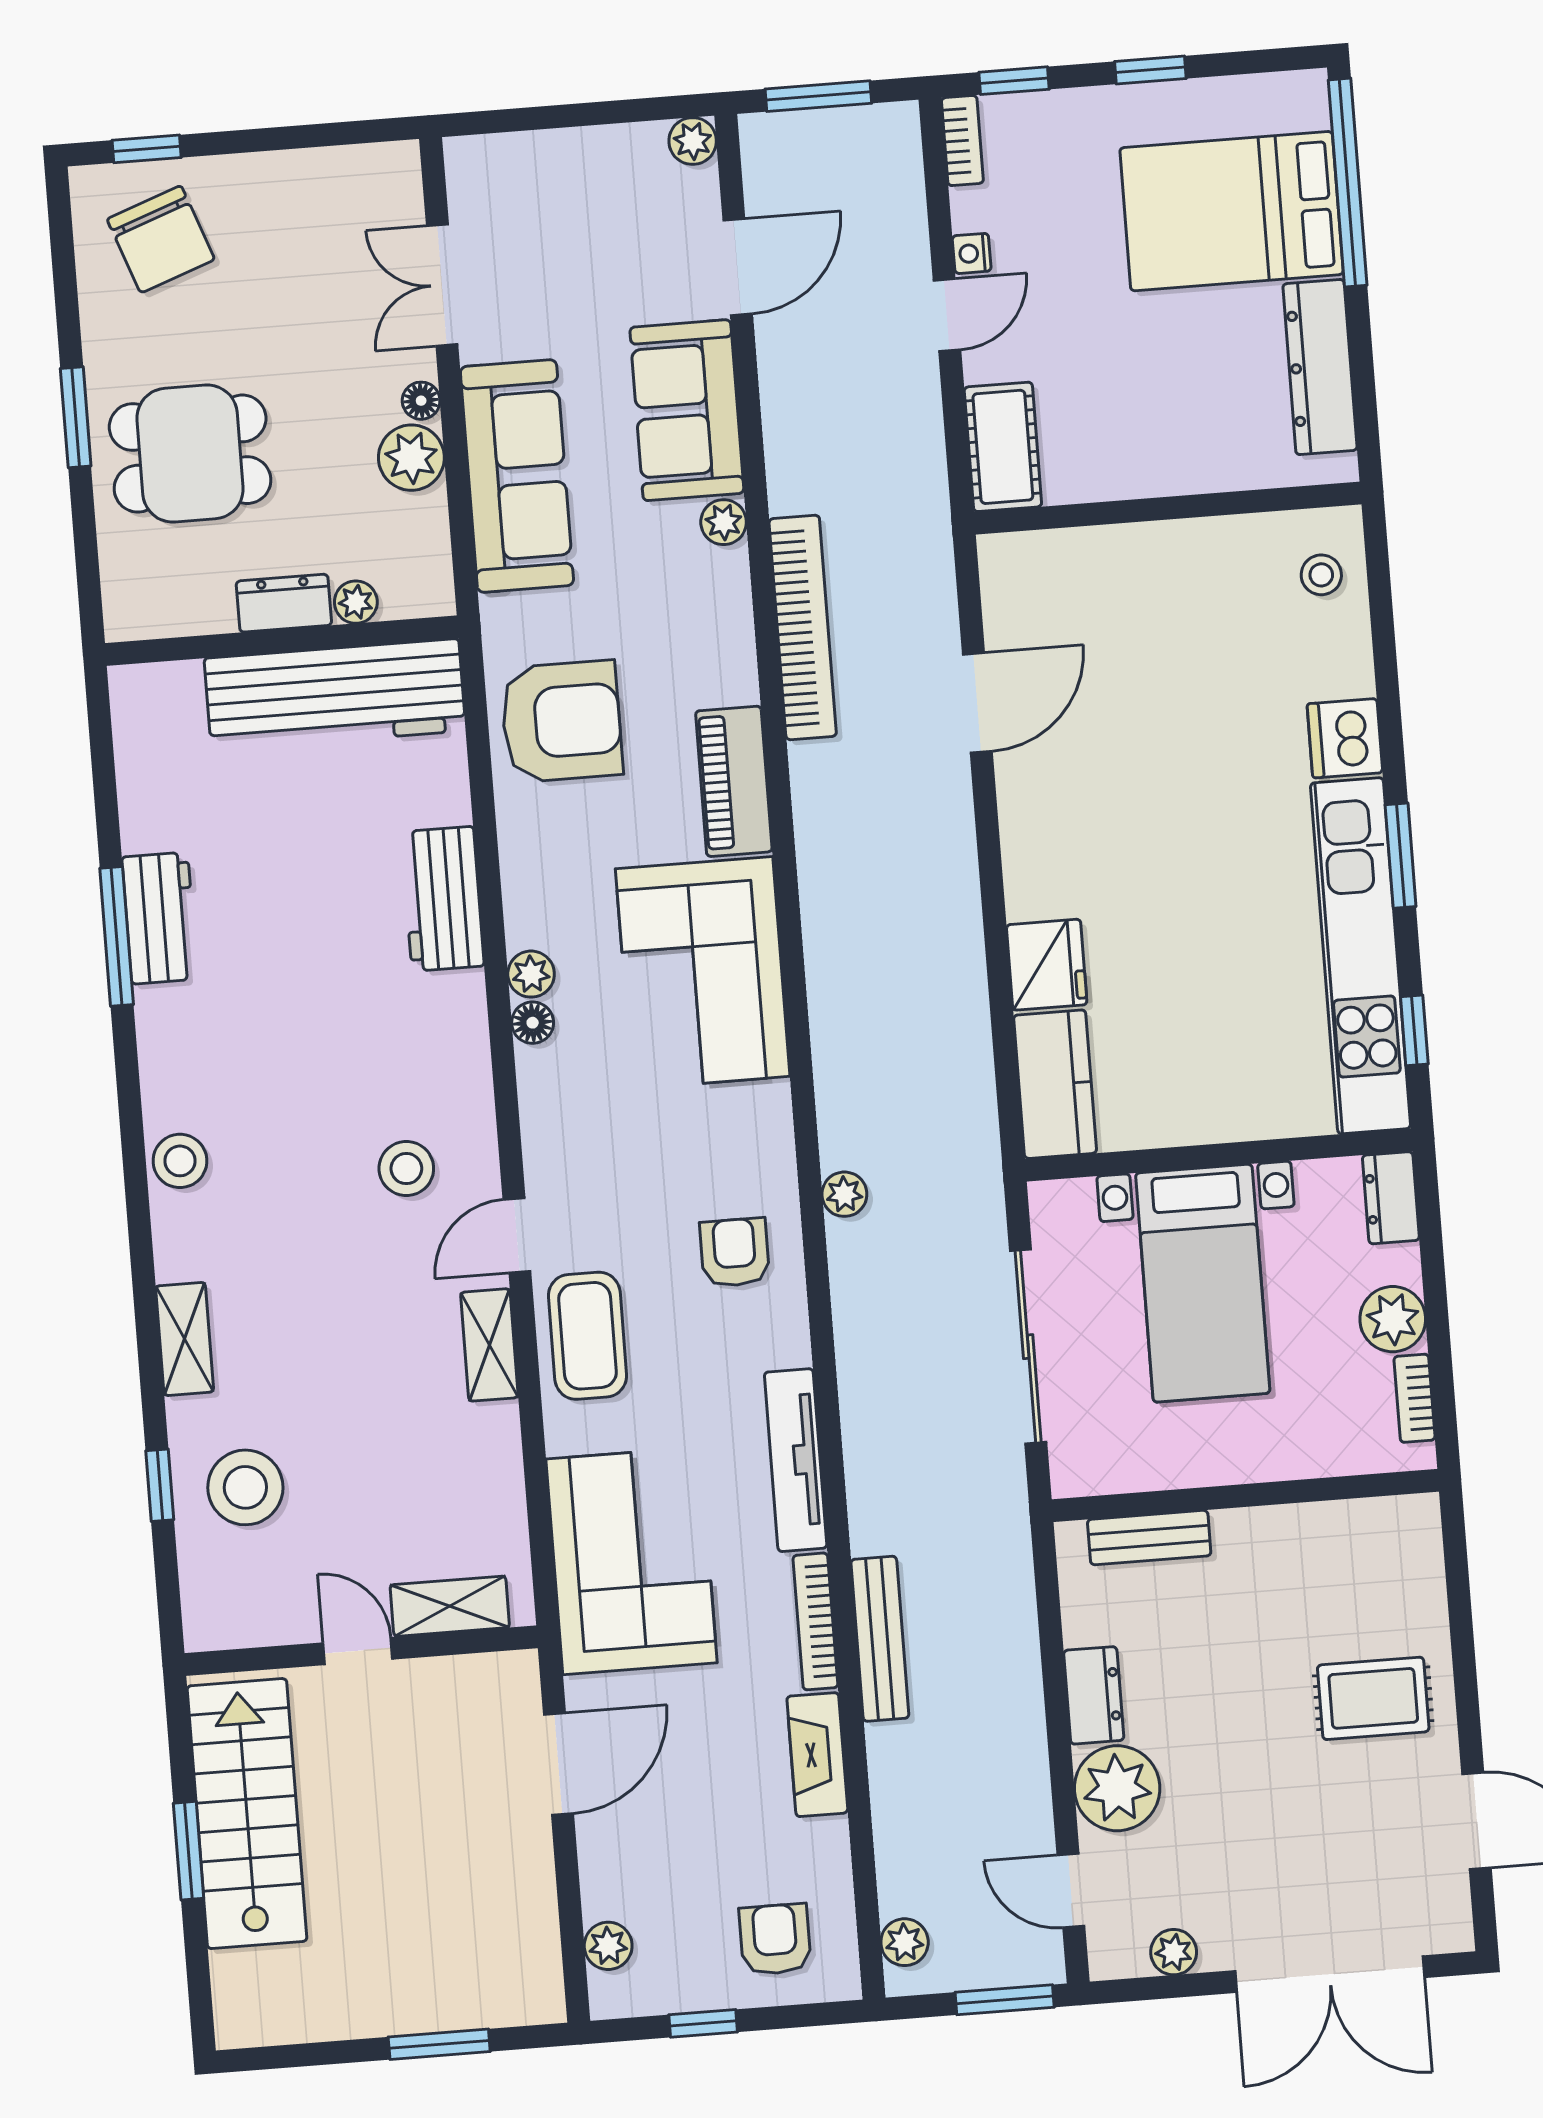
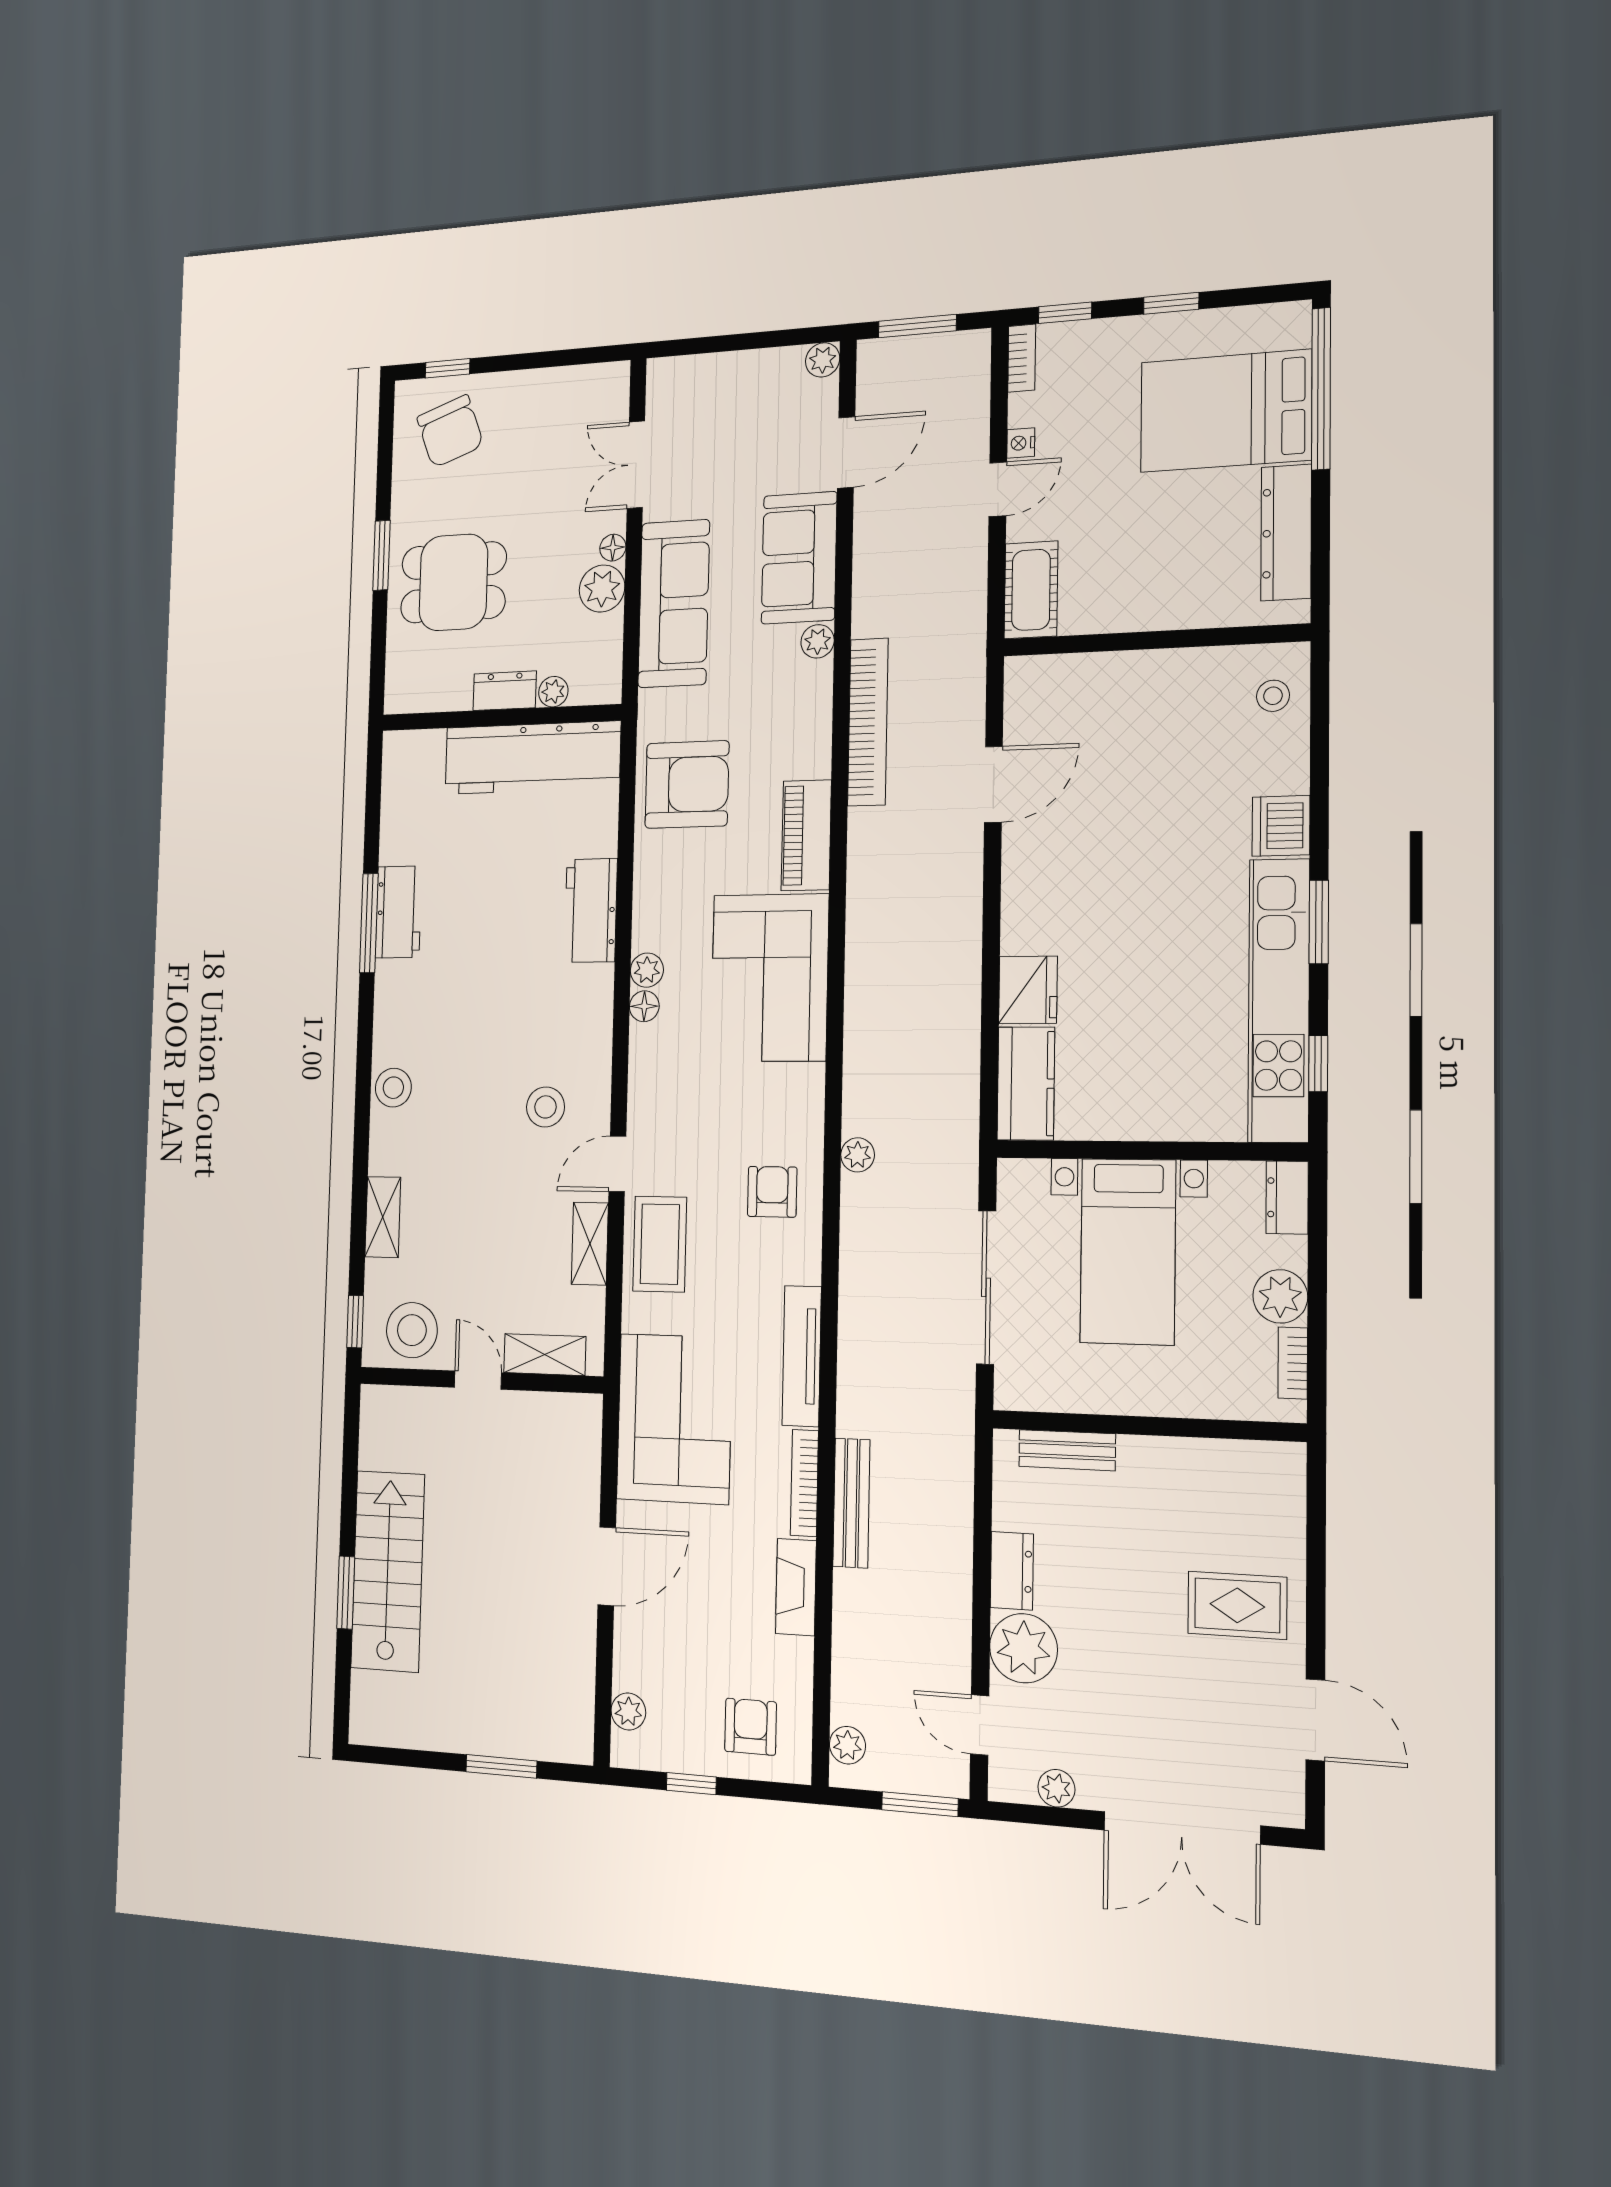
shelving: (450, 1606) -> (545, 1355), moved
door: (358, 1651) -> (478, 1380), moved
wall: (361, 1651) -> (480, 1380), moved

